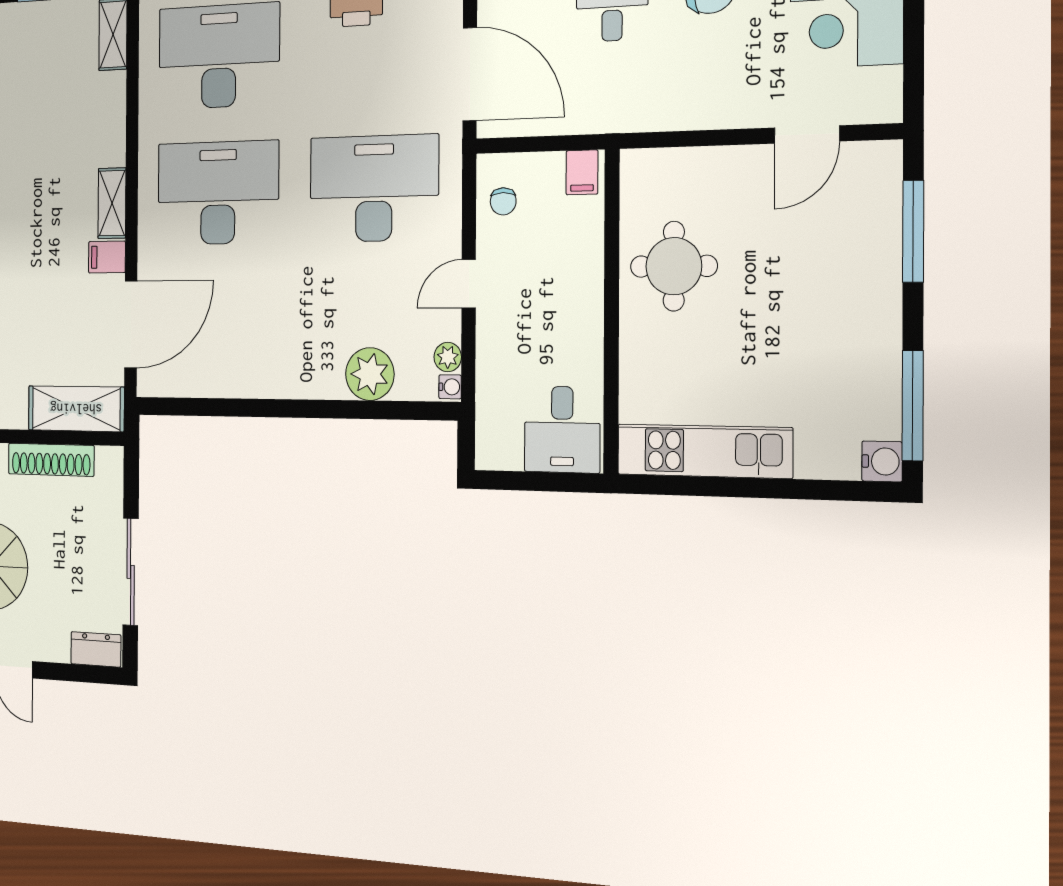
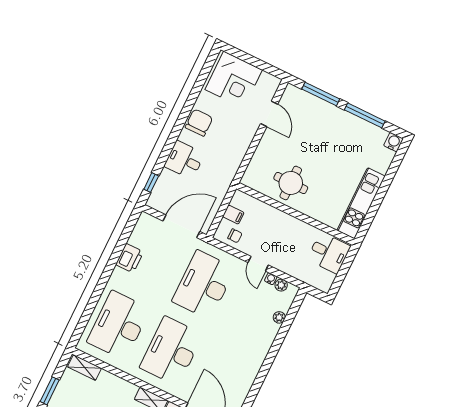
filing cabinet: (582, 172) -> (233, 215), moved
plant: (370, 374) -> (279, 317), width x0.53, depth x0.53
water cooler: (450, 387) -> (271, 279), moved
window: (913, 406) -> (365, 115), moved

